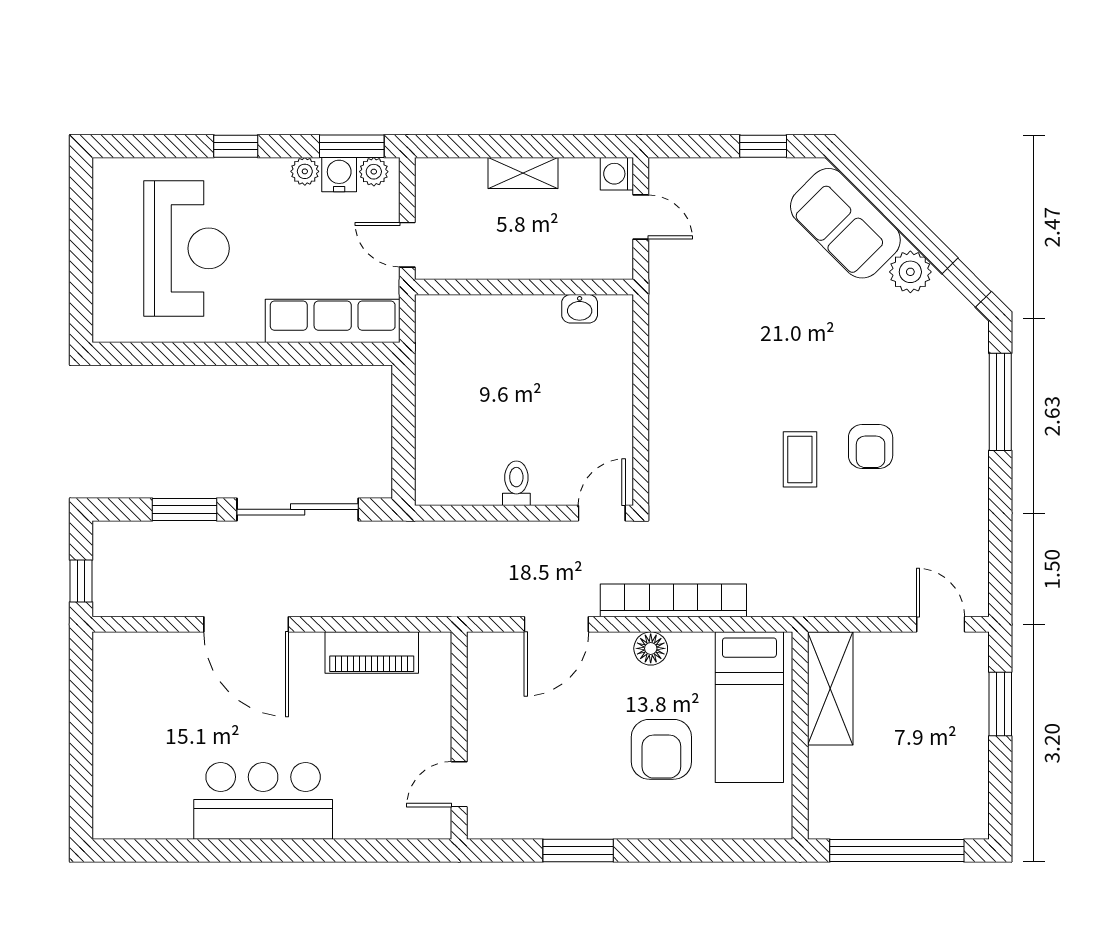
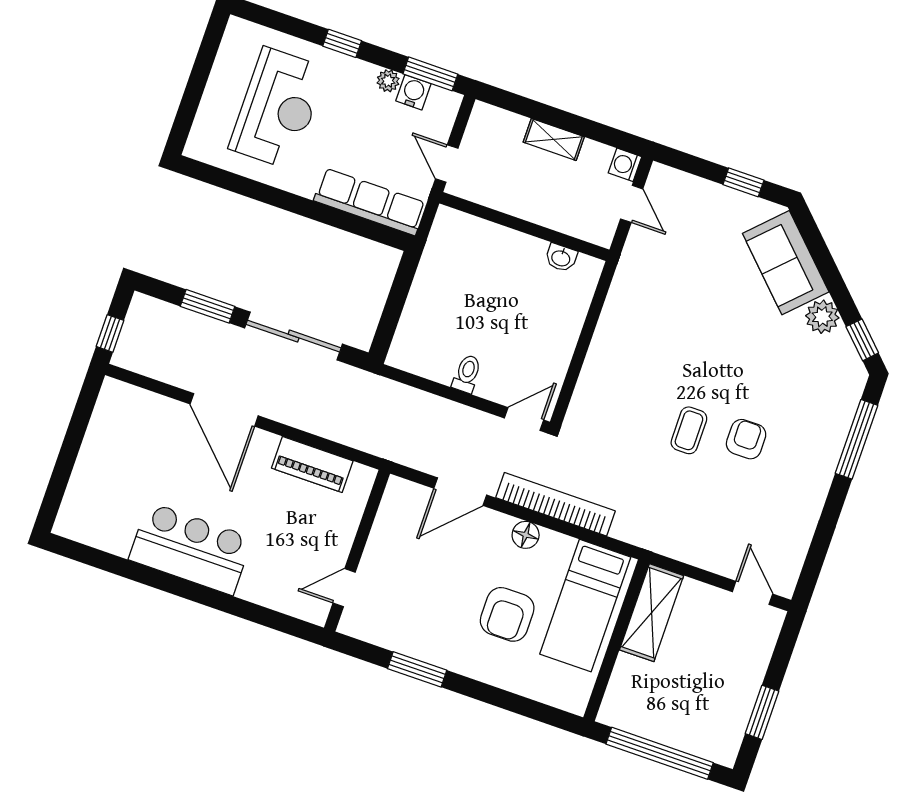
plant: (374, 172) -> (441, 99), removed
armchair: (871, 446) -> (746, 439), turned 180
window: (1000, 704) -> (762, 712), moved

